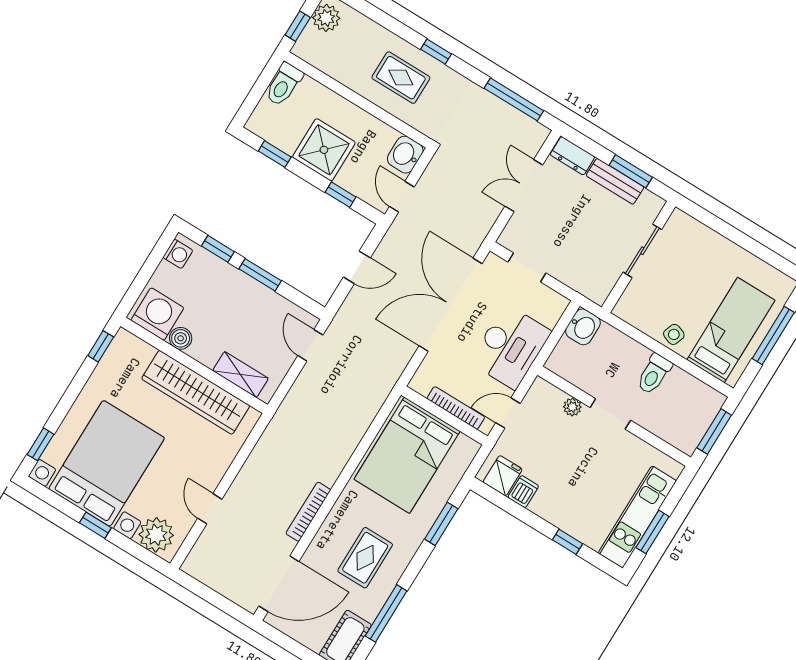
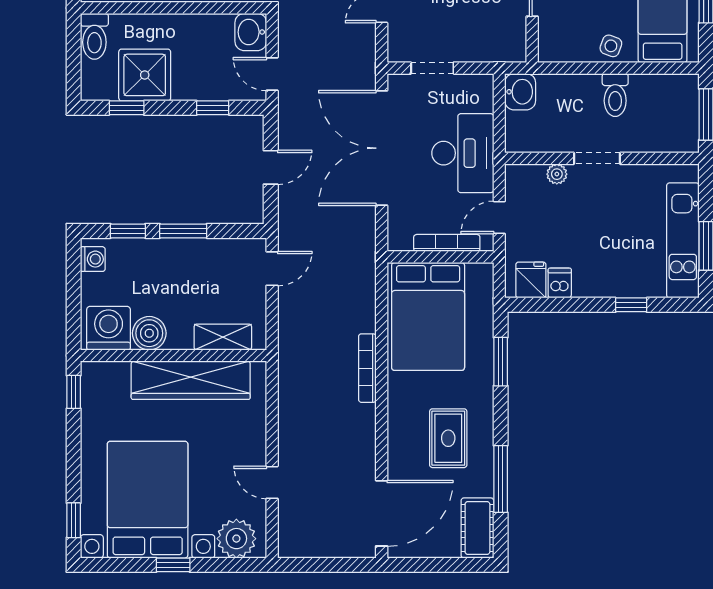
shower: (324, 150) -> (145, 75), moved
boiler: (181, 338) -> (149, 333), width x1.36, depth x1.36
door: (310, 345) -> (272, 269), swing flipped
bookcase: (308, 512) -> (367, 368), moved

